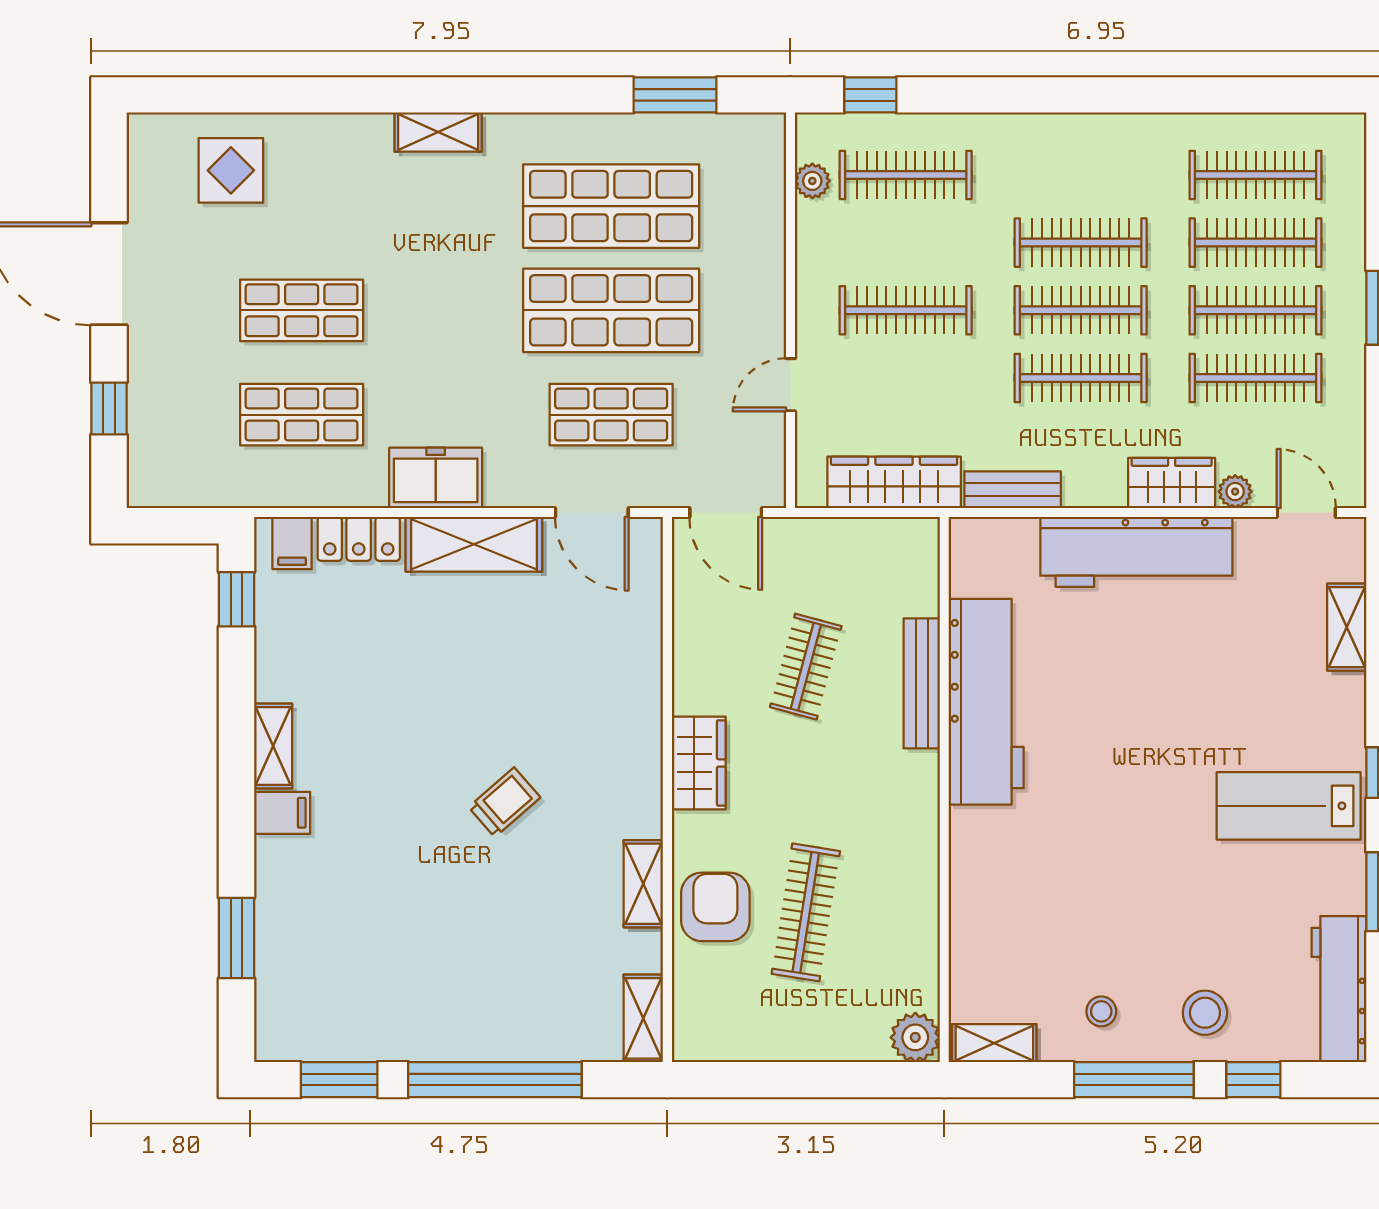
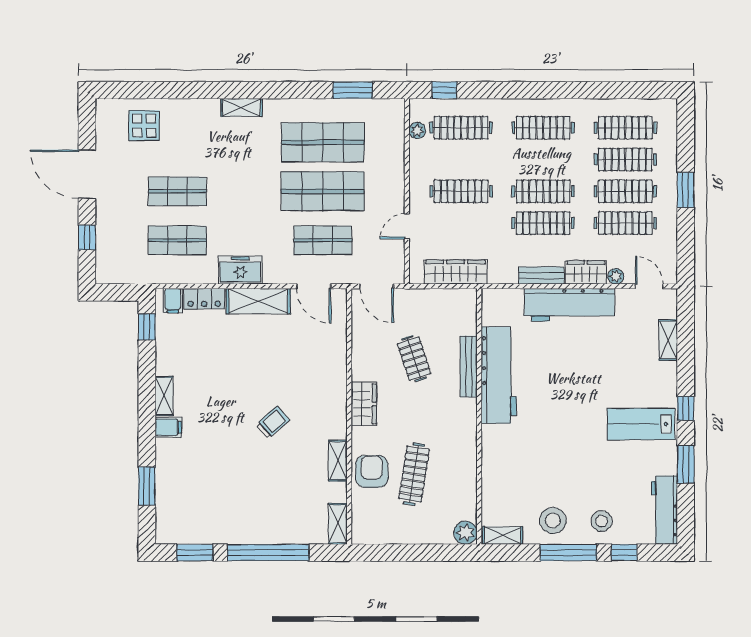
clothes rail: (1081, 243) -> (543, 128), moved
bench: (1013, 490) -> (541, 276), moved
clothes rail: (806, 667) -> (414, 359), turned -33
stool: (1101, 1011) -> (553, 521), width x1.89, depth x1.89

